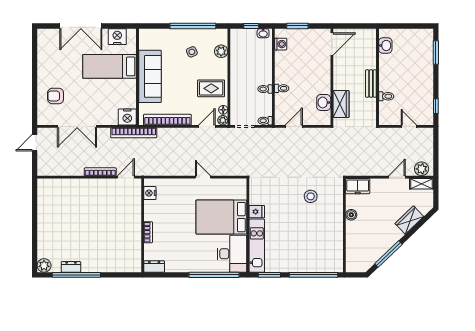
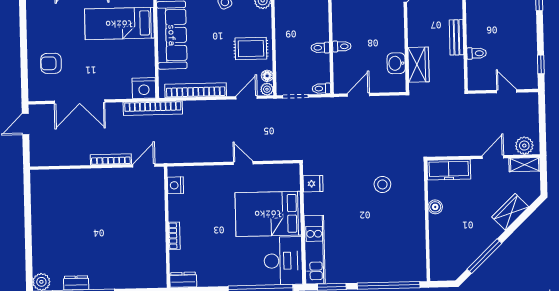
freezer: (358, 186) -> (449, 170), width x1.40
fridge: (257, 212) -> (313, 184), moved

